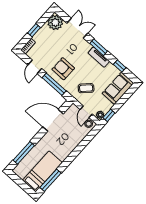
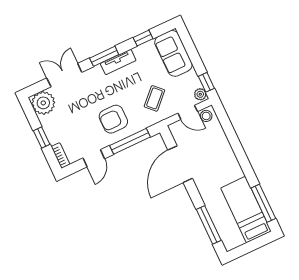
door: (35, 67) -> (94, 158), hinge flipped

